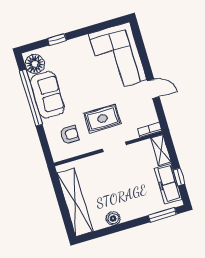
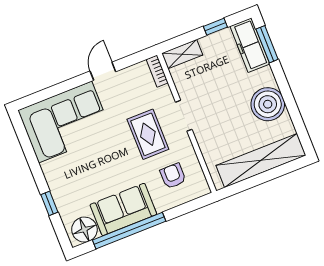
freezer: (168, 184) -> (250, 45), moved, turned 90
boiler: (113, 219) -> (268, 104), width x1.86, depth x1.86

